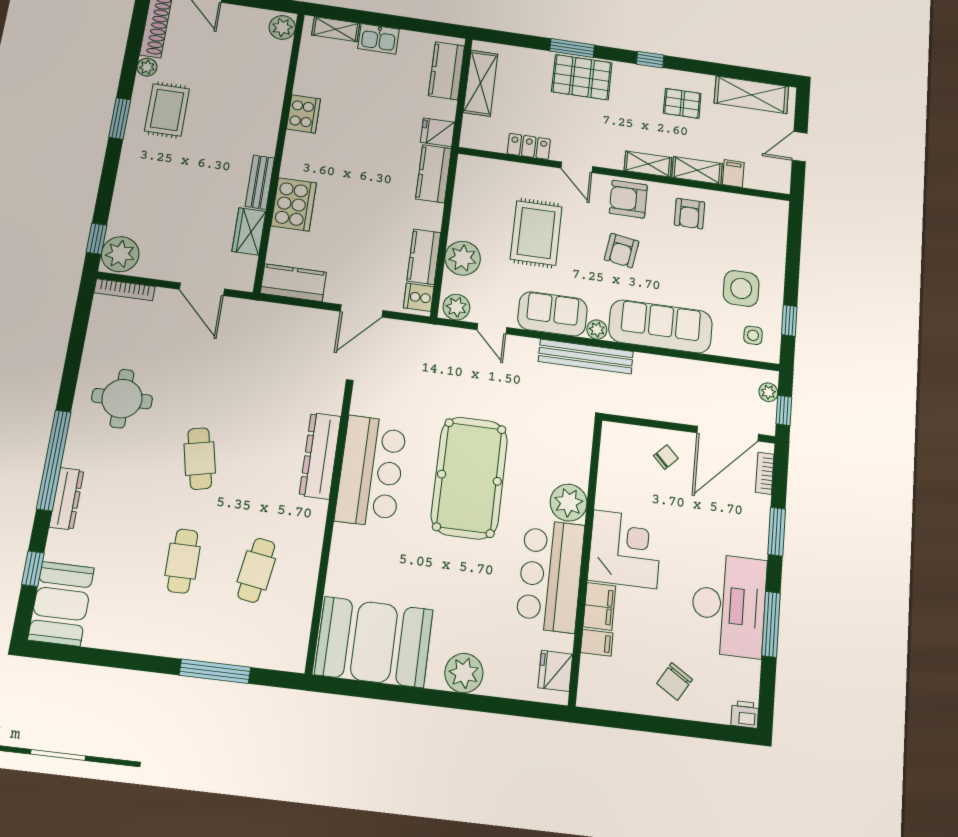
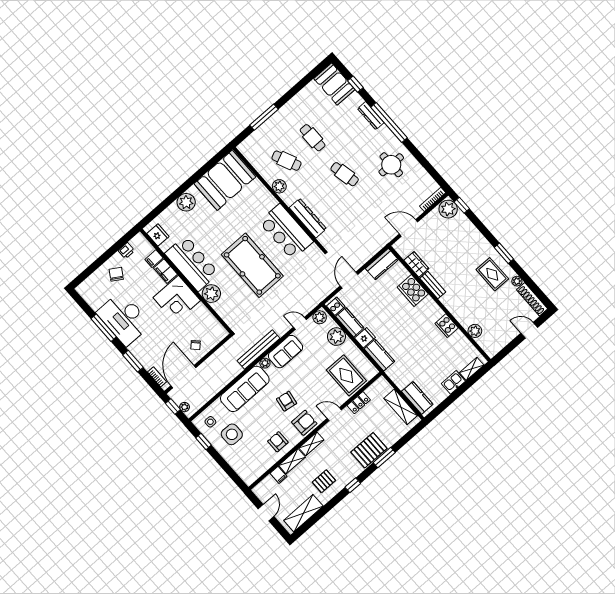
plant: (282, 27) -> (475, 331), moved
fridge: (438, 132) -> (365, 338), moved
rug: (536, 233) -> (346, 375), moved
plant: (308, 545) -> (279, 186), added
cafe table: (256, 570) -> (286, 161), turned -33
printer: (745, 714) -> (126, 251), moved

